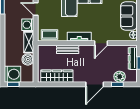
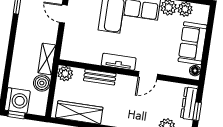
washing machine: (28, 25) -> (49, 34), removed
coffee table: (50, 35) -> (77, 53), removed
plant: (43, 50) -> (65, 74), added

